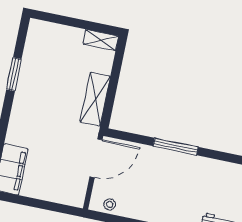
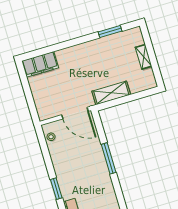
shelving: (101, 40) -> (144, 57), moved
window: (14, 74) -> (110, 31), moved

